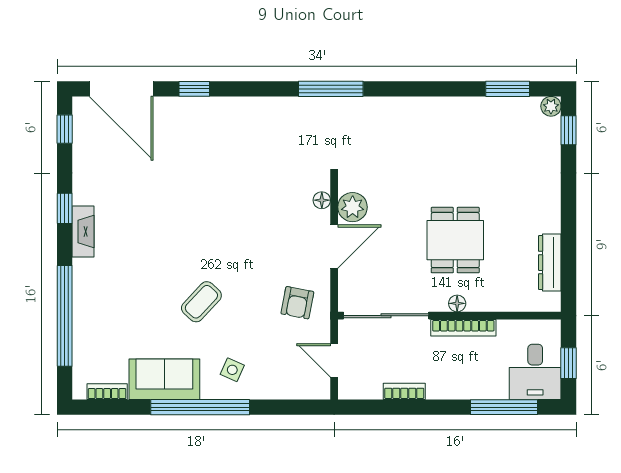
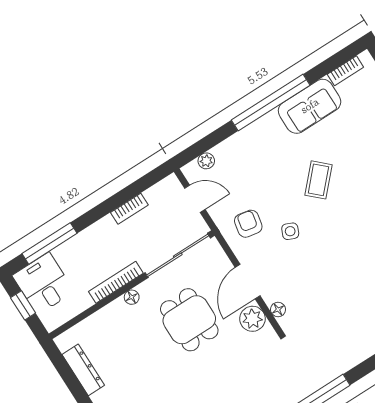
dining table: (455, 240) -> (189, 320), moved
side table: (232, 370) -> (290, 231), moved
plant: (299, 390) -> (206, 161), added

